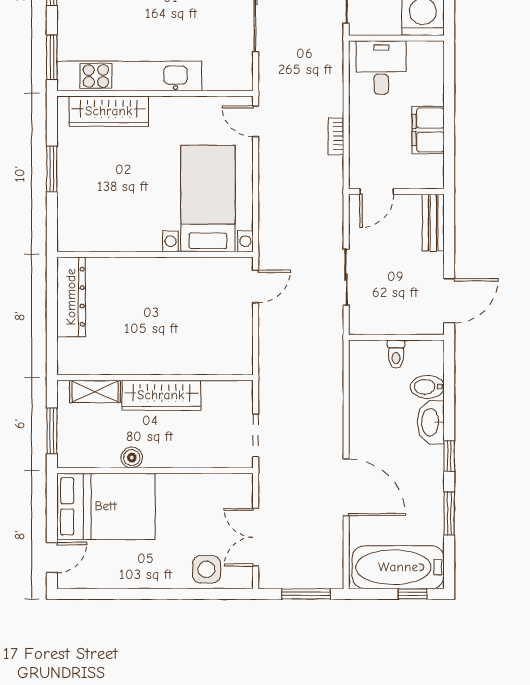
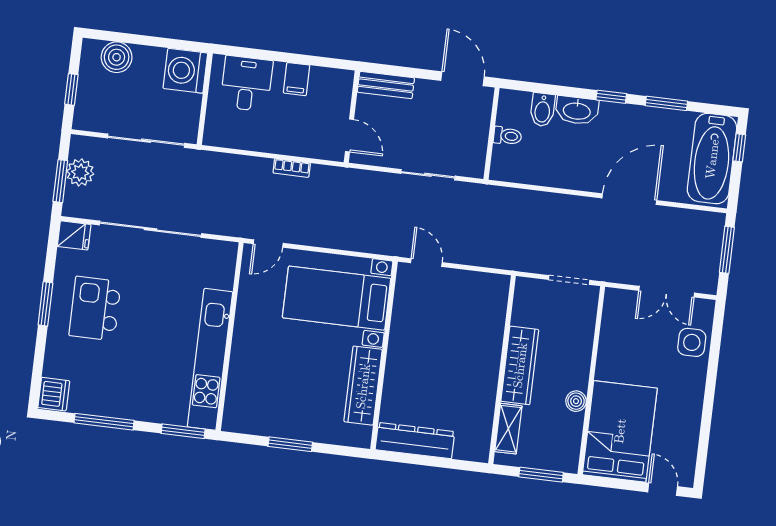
desk: (381, 67) -> (246, 84), moved, turned 90
wardrobe: (109, 111) -> (363, 386), moved, turned 180
filing cabinet: (428, 130) -> (297, 79), width x0.50

